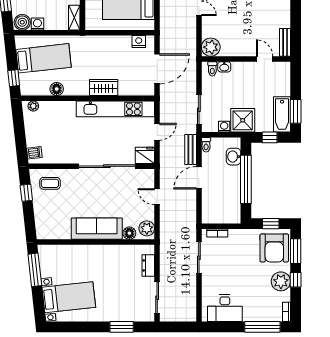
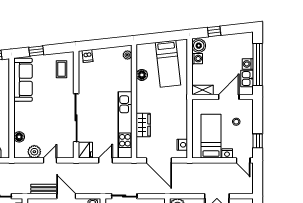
window: (14, 78) -> (151, 38), removed
wardrobe: (104, 87) -> (143, 125), moved
door: (157, 132) -> (105, 160), swing flipped
bench: (191, 149) -> (44, 189), moved
window: (26, 193) -> (36, 51), moved
plant: (147, 228) -> (34, 152), moved
sofa: (97, 229) -> (23, 80), moved

